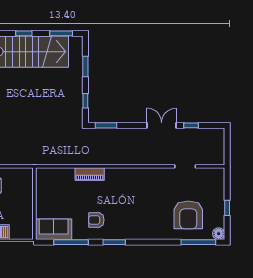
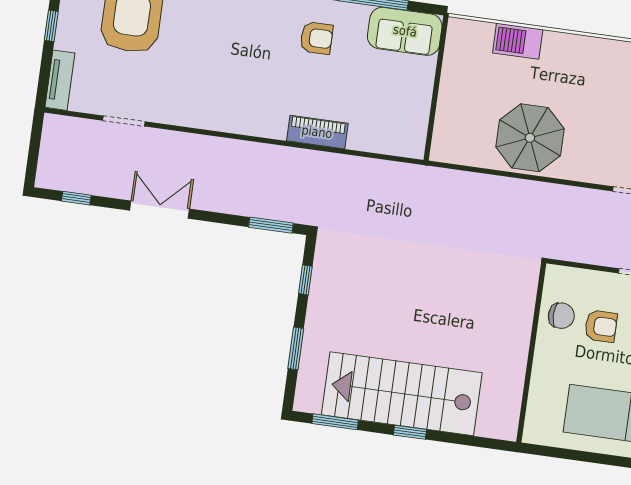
double door: (162, 125) -> (160, 210), swing flipped
window: (191, 125) -> (76, 198), moved
tv unit: (219, 182) -> (60, 80), added

